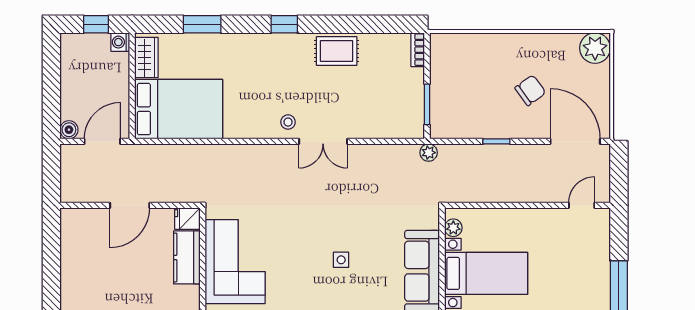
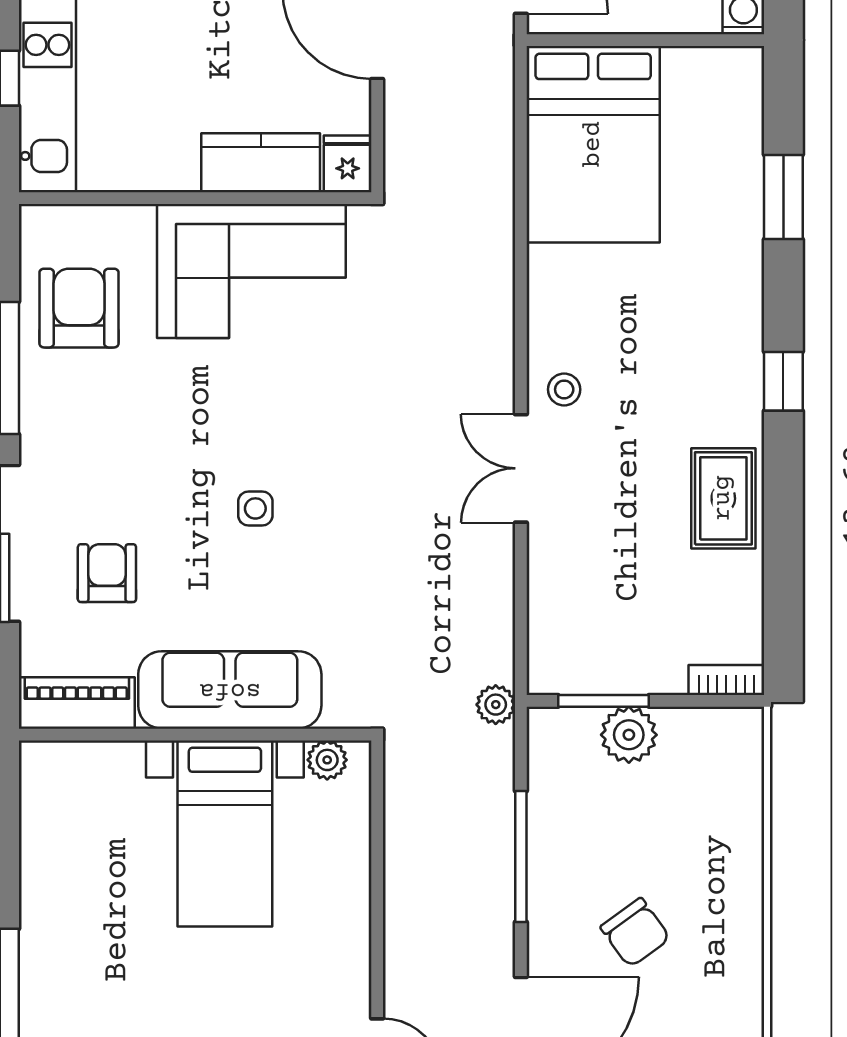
wardrobe: (146, 58) -> (709, 72), removed
plant: (442, 93) -> (629, 735), added
window: (496, 141) -> (521, 857), width x2.17

